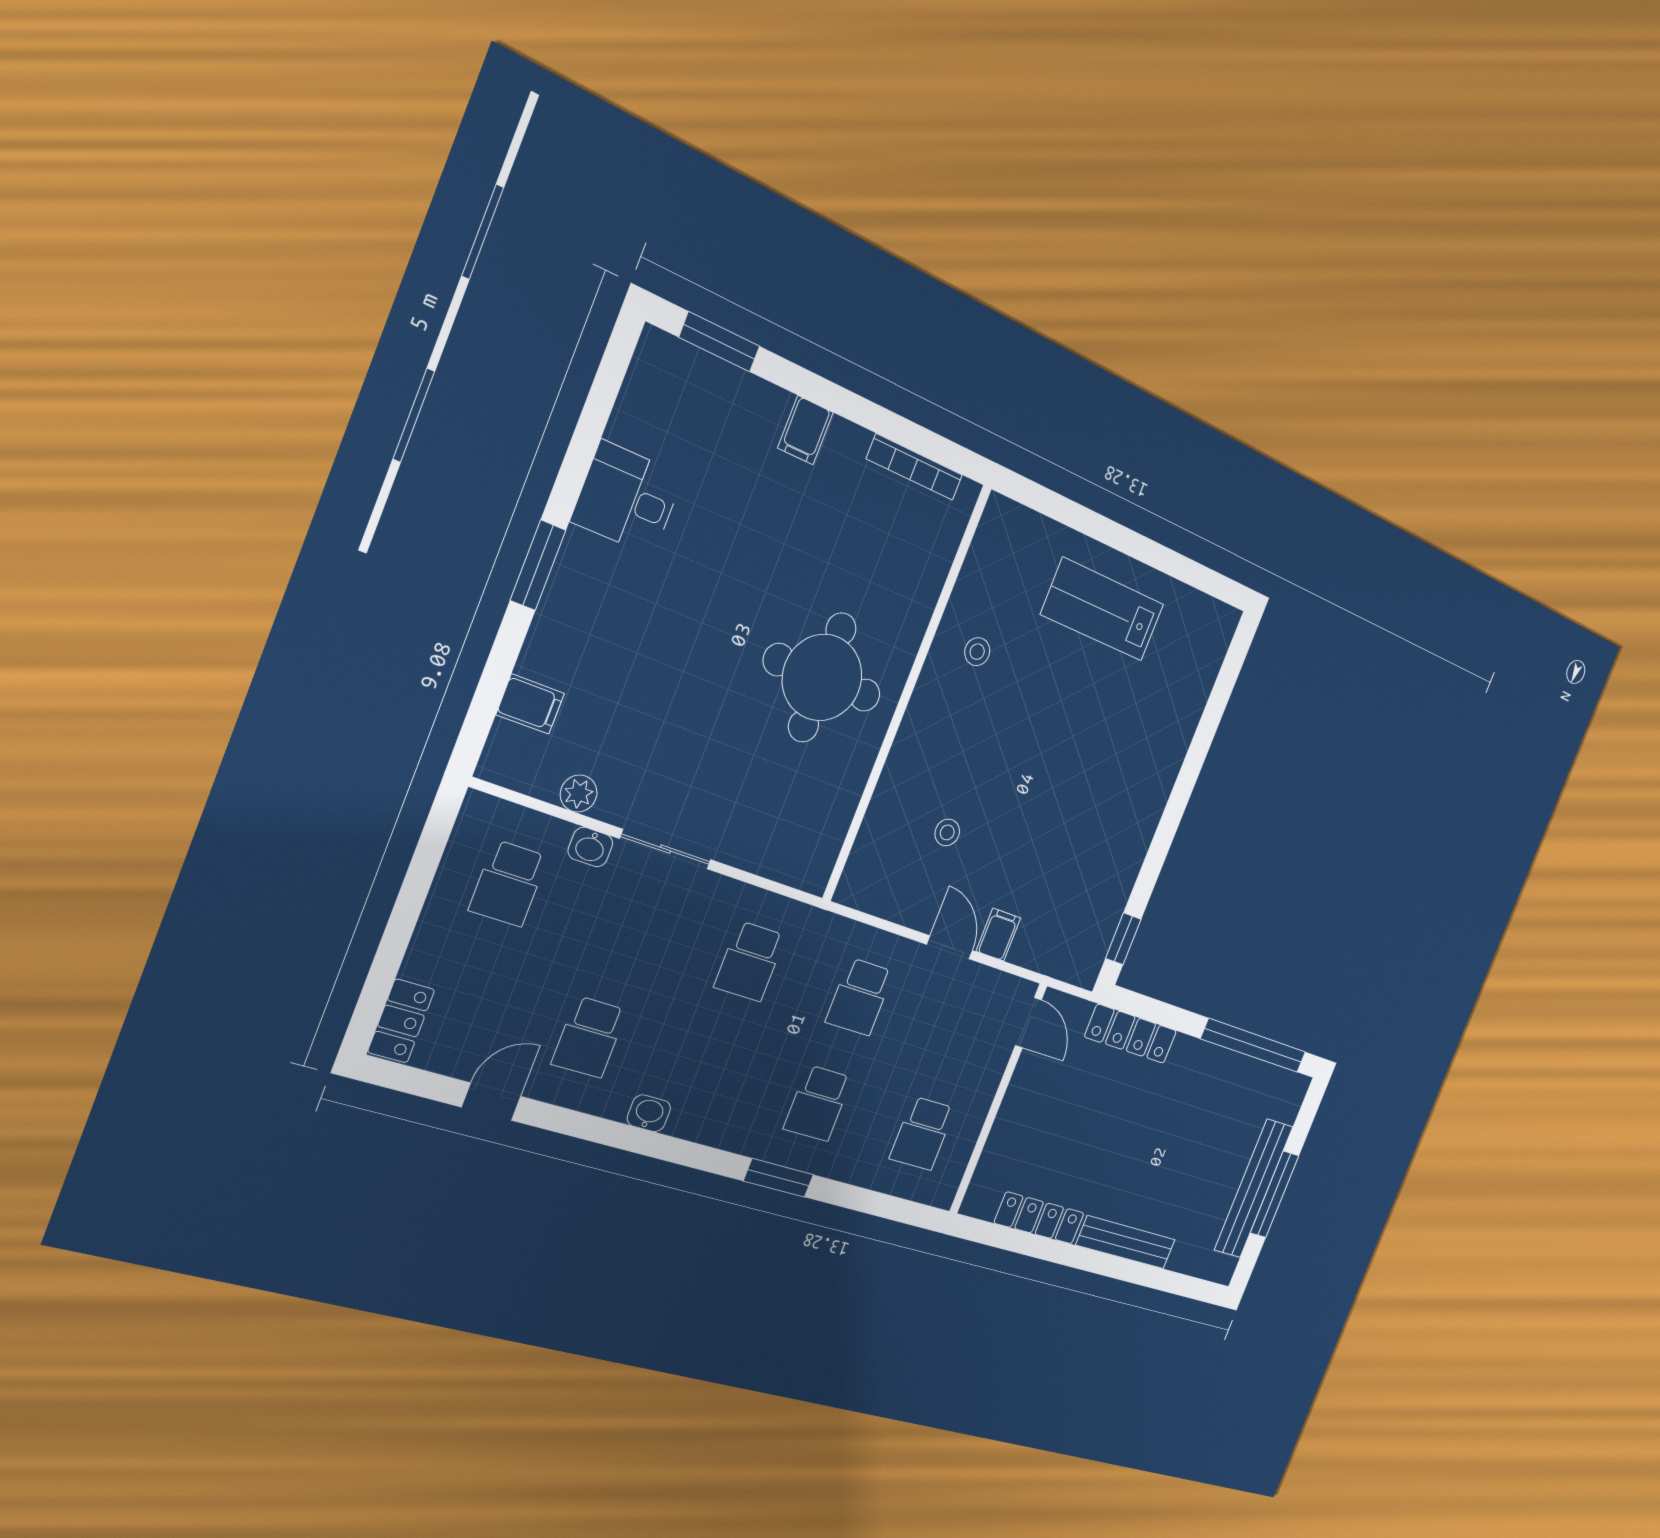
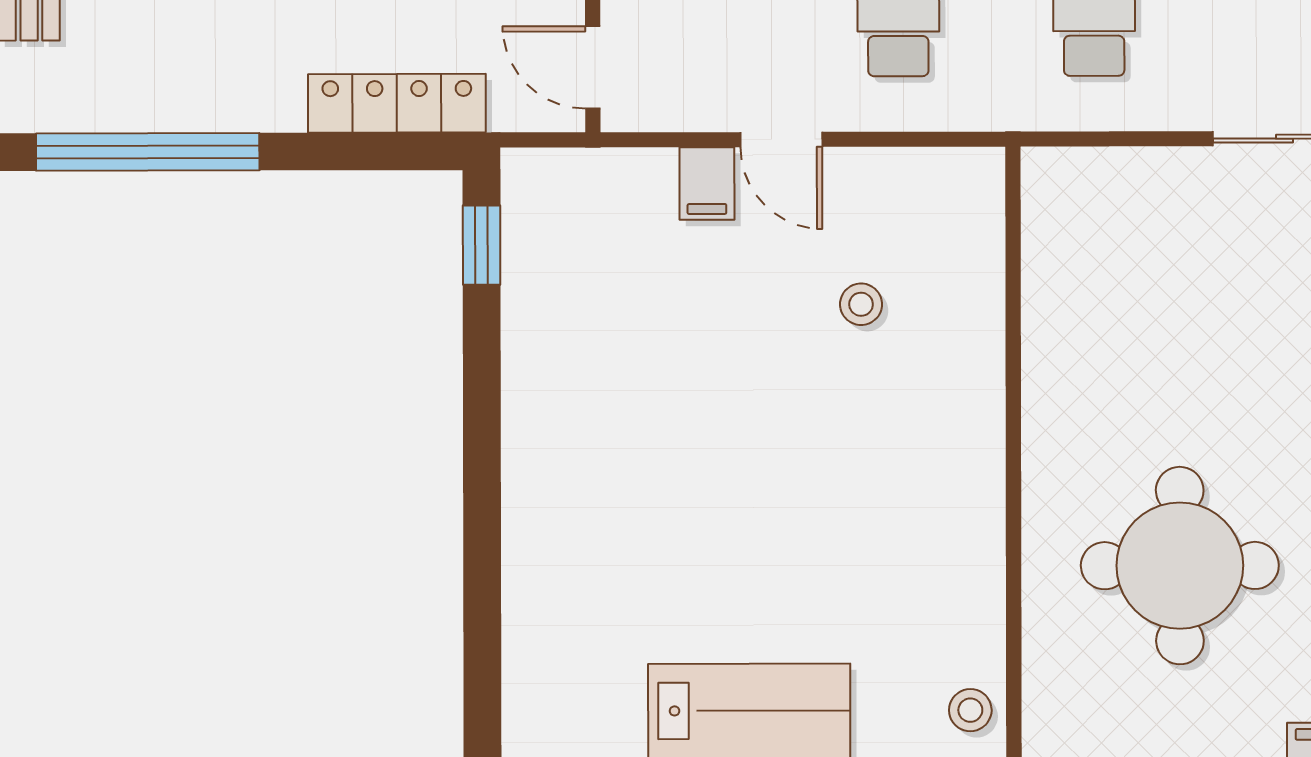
stool: (977, 652) -> (970, 710), moved
round table: (822, 678) -> (1180, 566), moved

